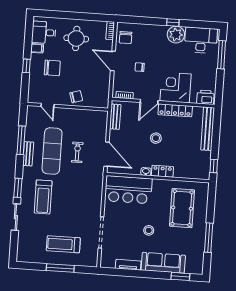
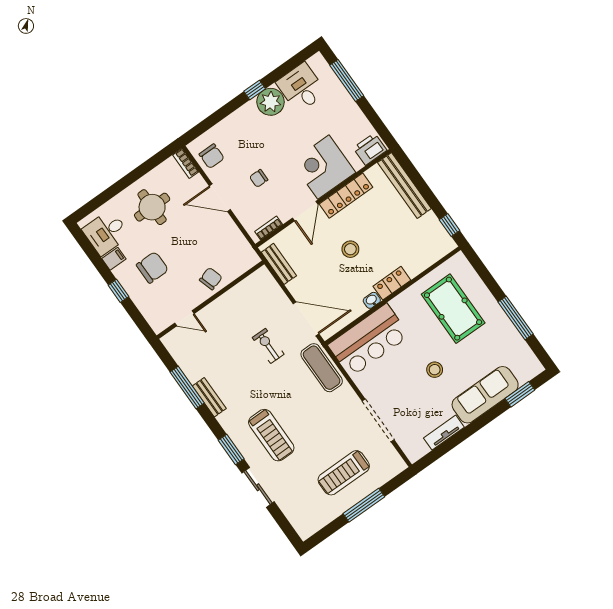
desk: (201, 40) -> (301, 88), width x0.73
exercise mat: (52, 151) -> (322, 368), moved, width x0.73, depth x0.69

